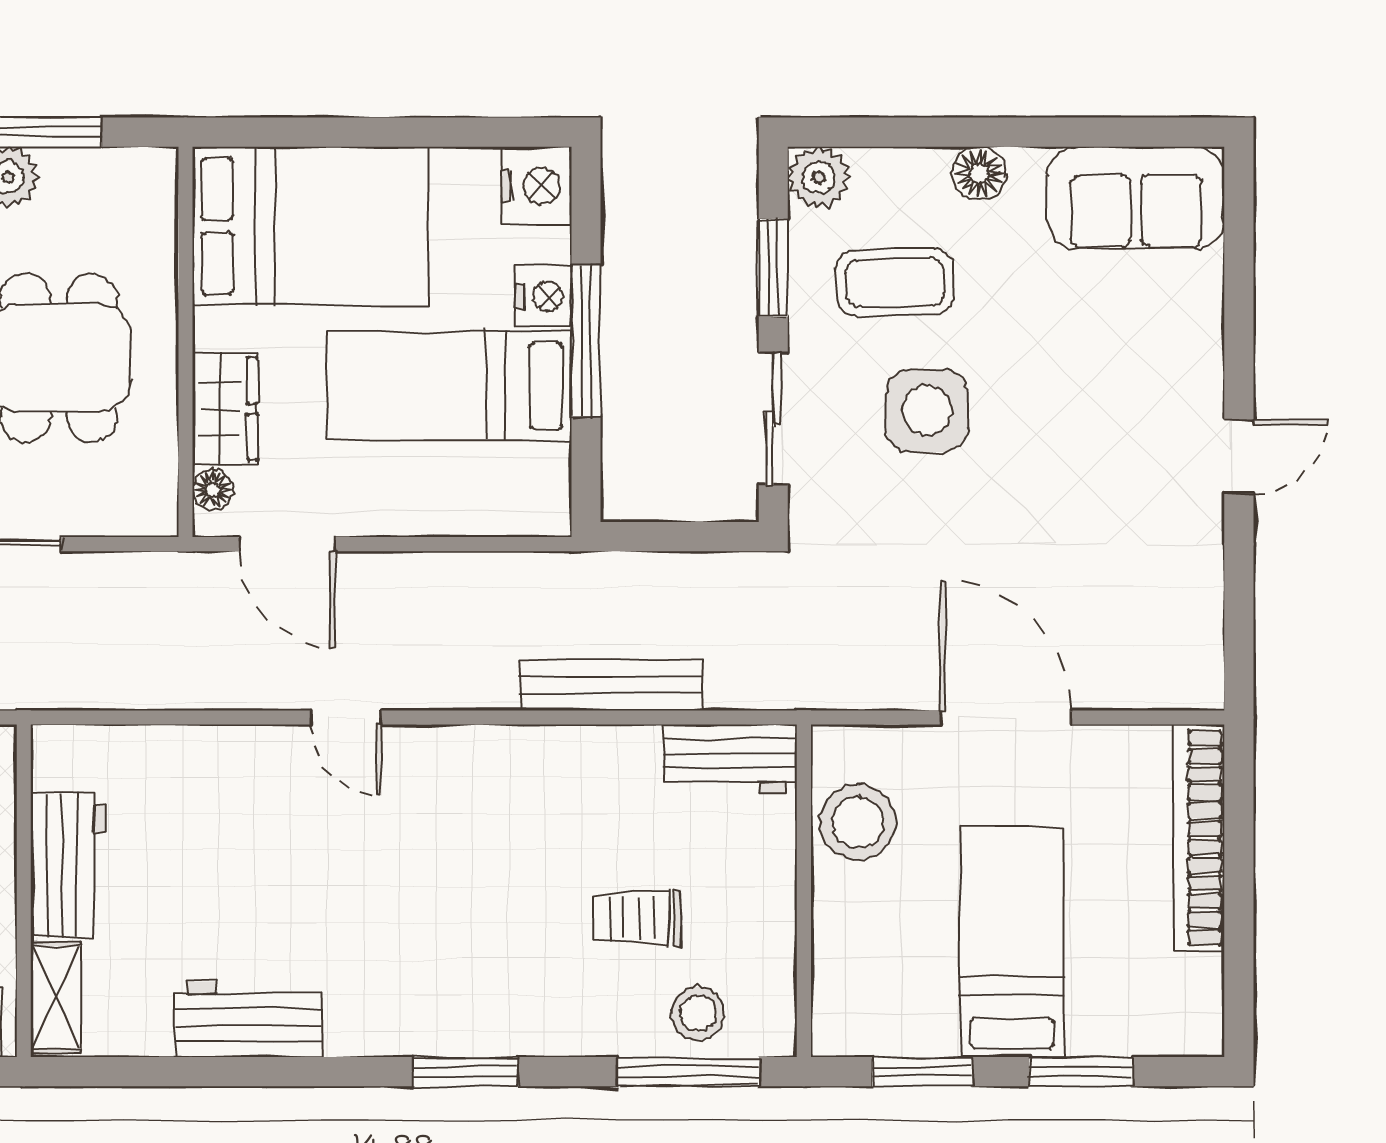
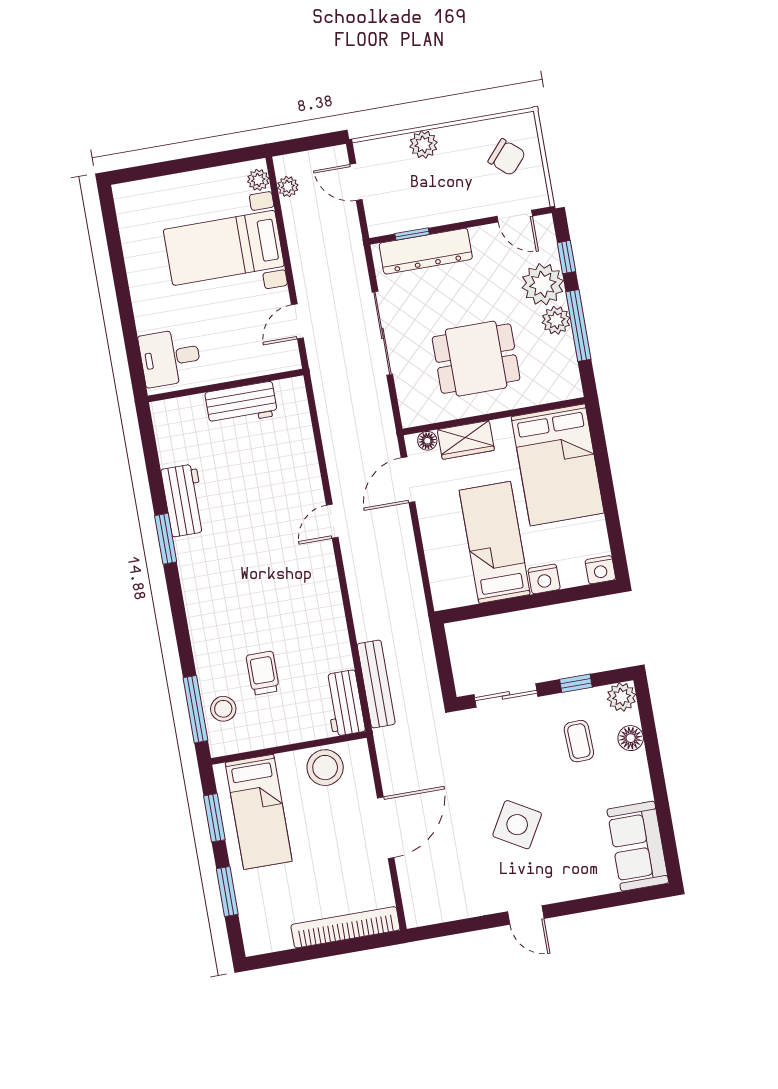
floor lamp: (979, 173) -> (631, 738), moved
nightstand: (536, 186) -> (600, 570), width x0.74, depth x0.75
window: (773, 268) -> (576, 683), width x0.67
coffee table: (895, 283) -> (579, 741), width x0.73, depth x0.77
window: (586, 341) -> (527, 602), removed
side table: (927, 411) -> (517, 825), moved, turned 30
bench: (612, 685) -> (376, 684), moved
bed: (1012, 942) -> (259, 812), moved, turned 90
shelving: (56, 997) -> (179, 409), removed
window: (465, 1072) -> (166, 539), moved

